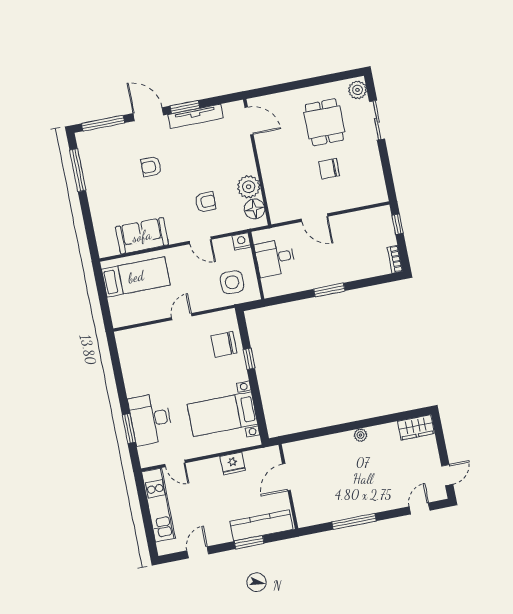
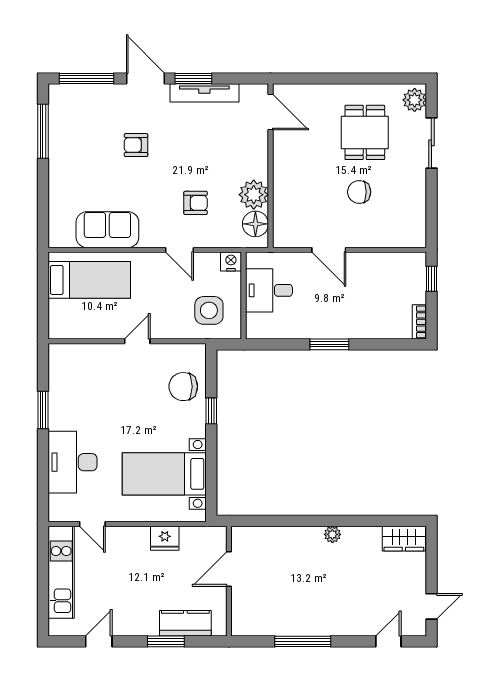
window: (129, 429) -> (43, 410), moved
kitchen counter: (261, 525) -> (185, 623), width x0.67

